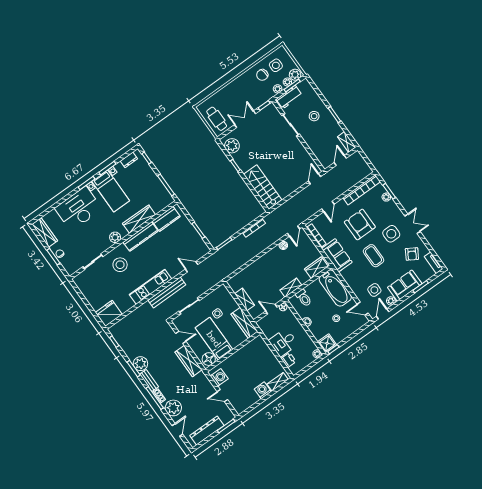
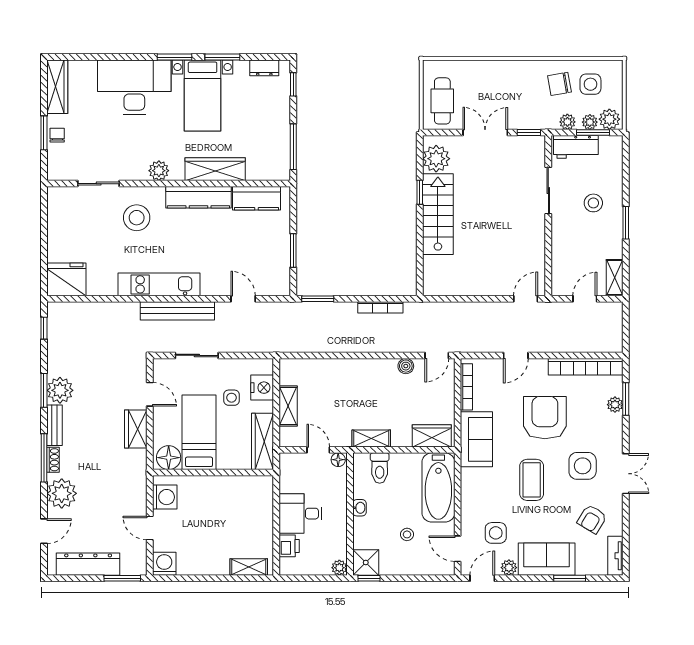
stairs: (263, 187) -> (438, 214), moved
nightstand: (228, 300) -> (262, 388), added
wardrobe: (188, 361) -> (136, 429), width x0.67
washing machine: (263, 390) -> (164, 564), moved

